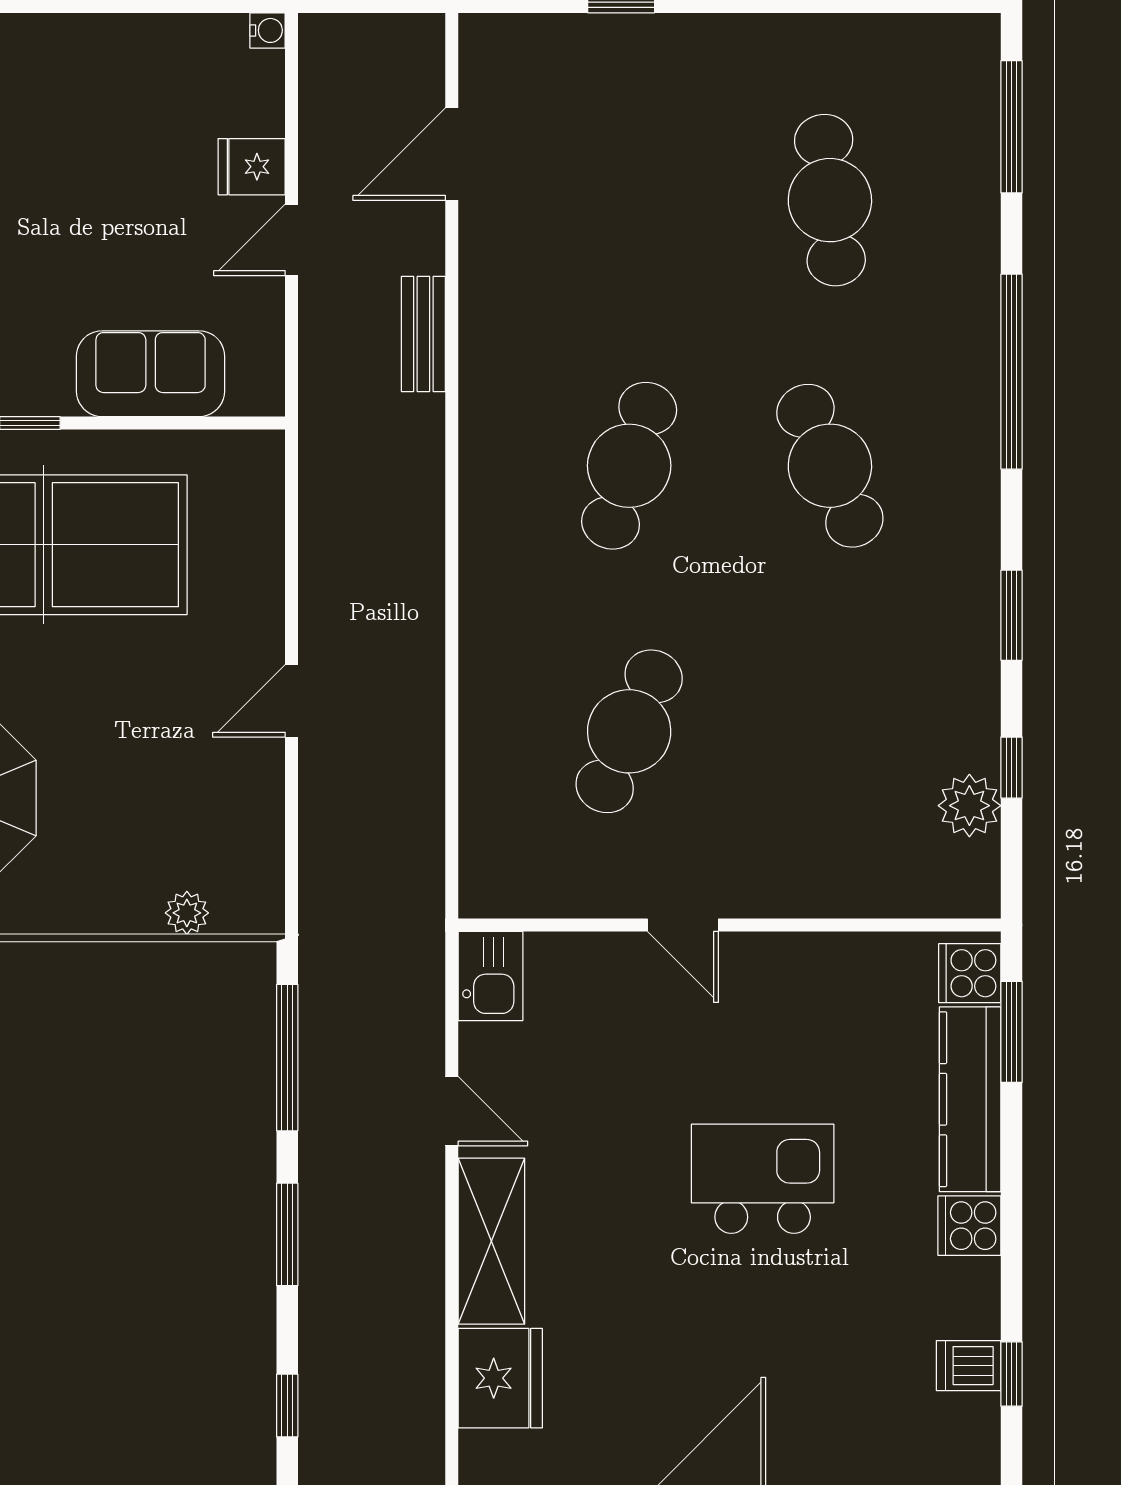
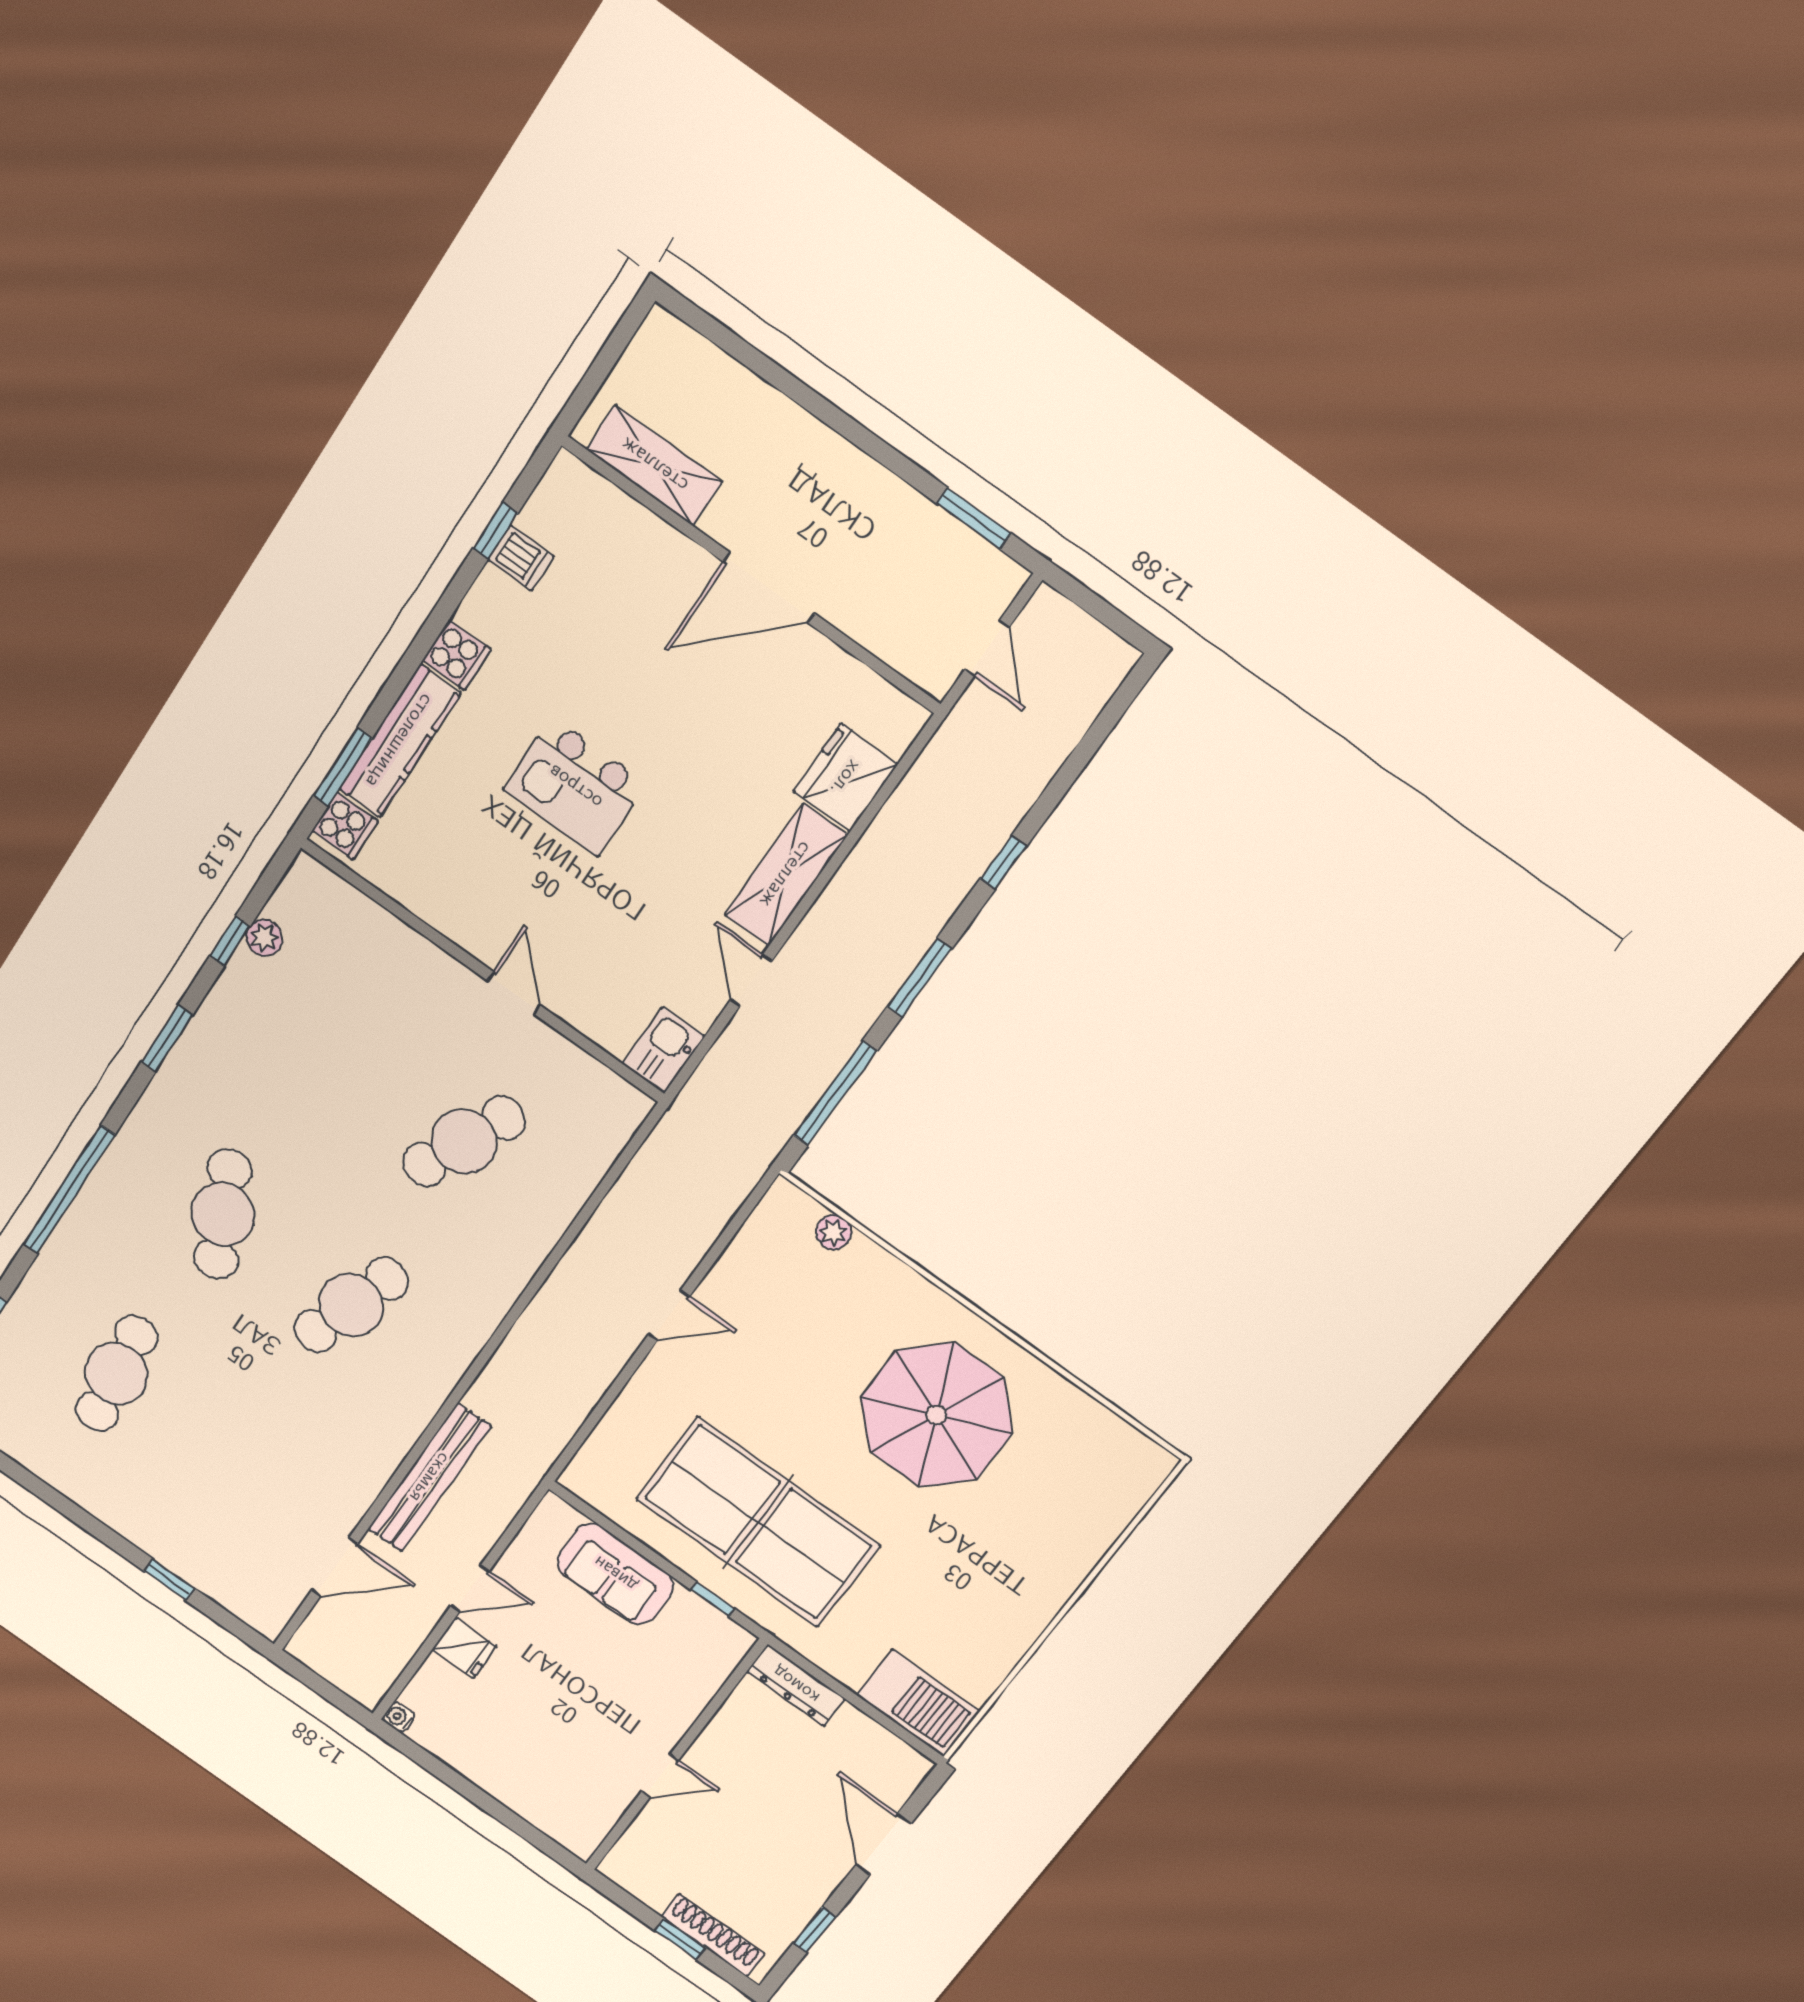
bench: (423, 334) -> (430, 1478), width x1.86, depth x1.21
plant: (969, 806) -> (264, 938), width x0.73, depth x0.73

